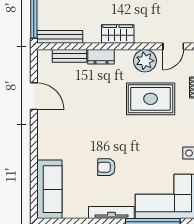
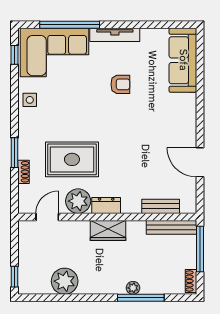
dresser: (101, 57) -> (106, 205), moved

